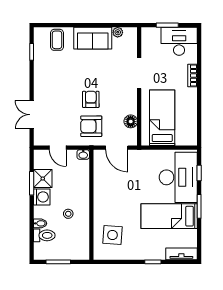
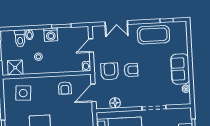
coffee table: (57, 40) -> (153, 35), moved, width x1.86, depth x1.72
double door: (32, 115) -> (116, 23), swing flipped
shower: (43, 179) -> (15, 68), moved
armchair: (109, 183) -> (65, 88), added

